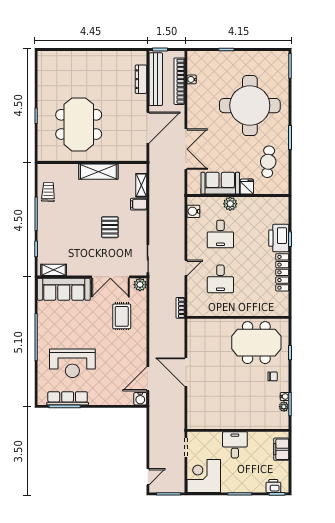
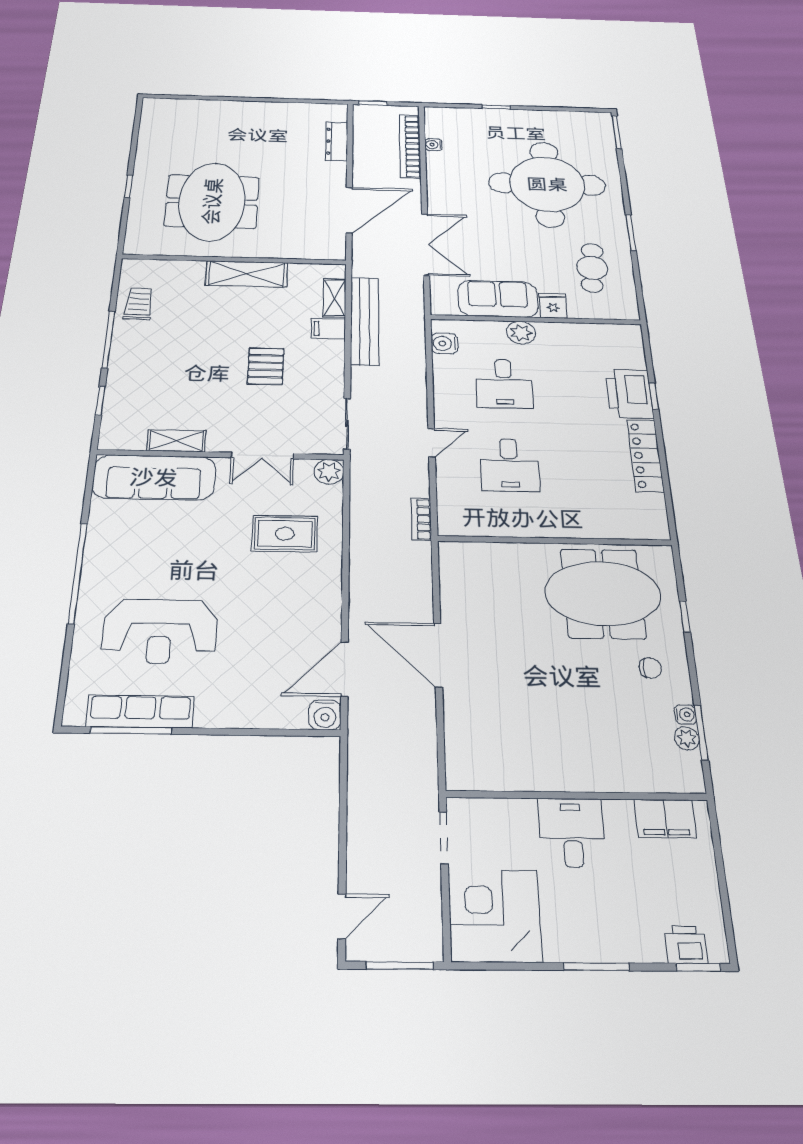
bench: (156, 79) -> (365, 321), moved
shelving: (54, 270) -> (176, 441), moved
double door: (110, 277) -> (263, 456), width x0.73
rug: (122, 316) -> (285, 534), turned 90
filing cabinet: (281, 449) -> (665, 819), moved, turned -90

